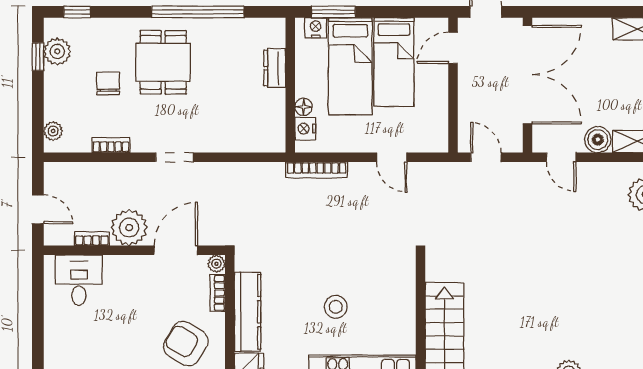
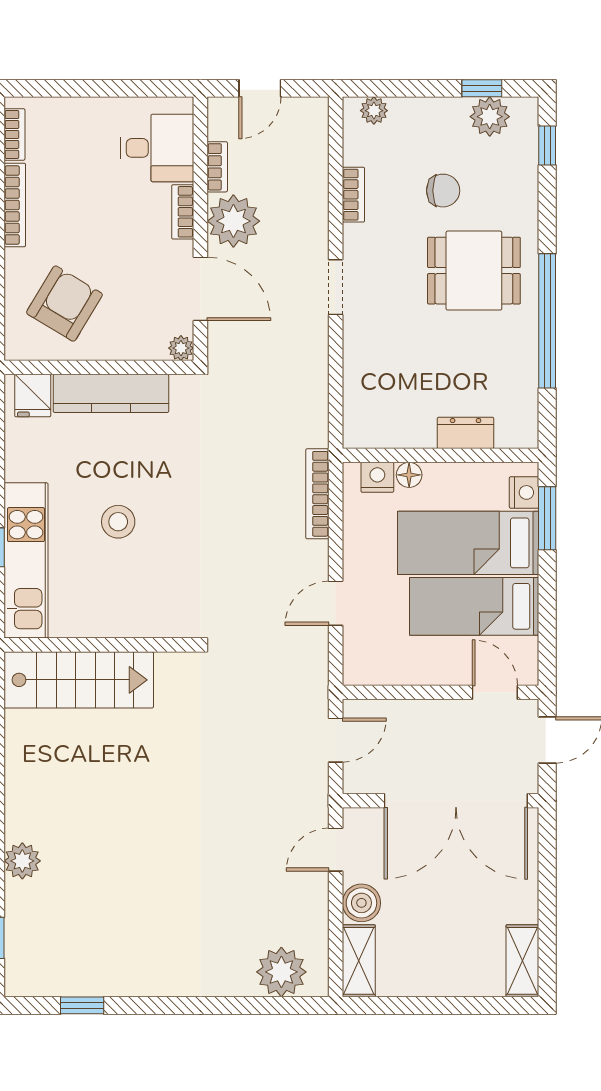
bookcase: (218, 293) -> (183, 212), moved, turned -90

